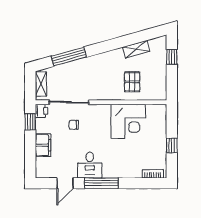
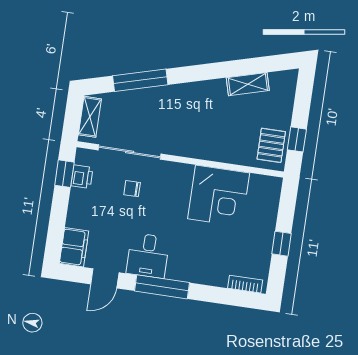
window: (172, 57) -> (297, 139), moved
pallet: (132, 82) -> (271, 145), moved
printer: (41, 111) -> (82, 177), moved
filing cabinet: (43, 145) -> (74, 247), moved

